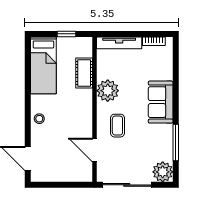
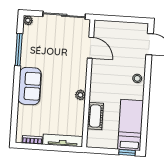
window: (66, 34) -> (127, 153), moved
plant: (108, 91) -> (80, 95), width x0.53, depth x0.53
coffee table: (117, 126) -> (69, 68), removed
plant: (163, 172) -> (28, 20), width x0.53, depth x0.53

